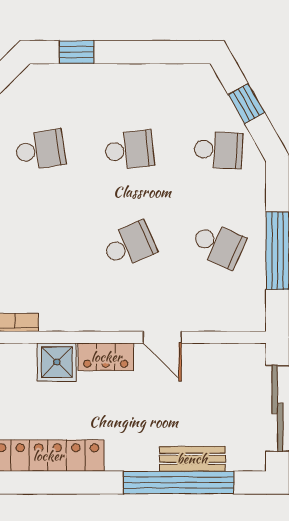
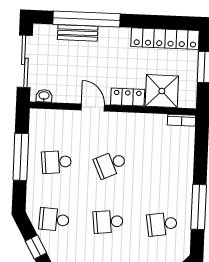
school desk: (218, 245) -> (56, 162), turned -30
washbasin: (243, 353) -> (44, 96), added
shower: (57, 362) -> (162, 91), width x1.36, depth x1.36

